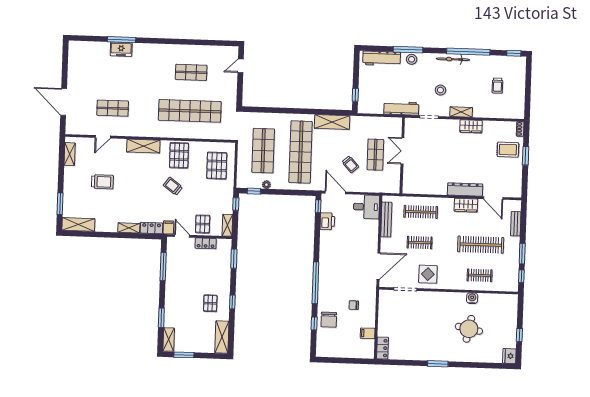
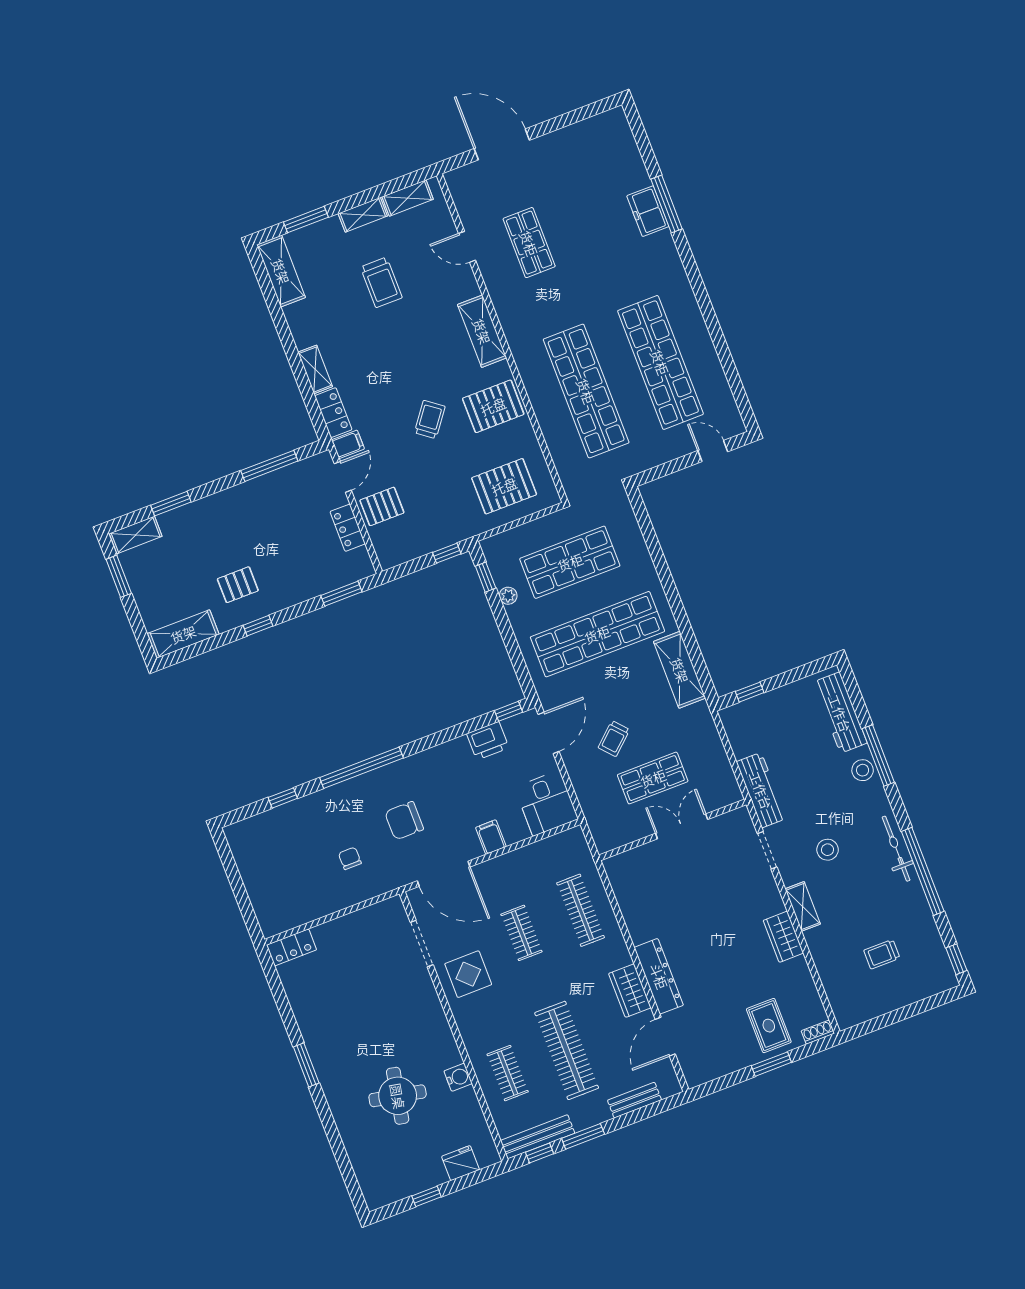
shop shelf: (191, 72) -> (660, 362), width x2.00, depth x1.36
door: (64, 102) -> (502, 144), hinge flipped
bench: (386, 219) -> (538, 1137), moved
shelving: (227, 225) -> (363, 215), moved
chair: (329, 320) -> (404, 821), moved
filing cabinet: (368, 333) -> (491, 837), moved
fridge: (509, 356) -> (461, 1163), moved

